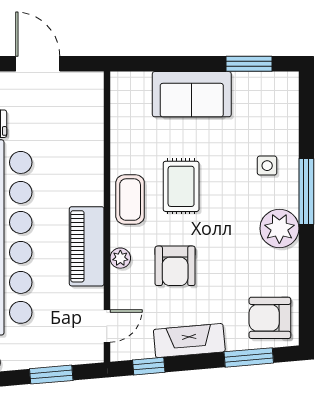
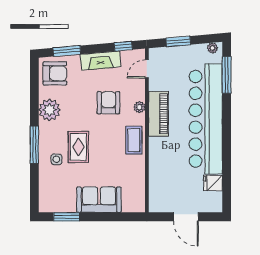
rug: (181, 186) -> (78, 147), moved
plant: (279, 228) -> (50, 110), moved

